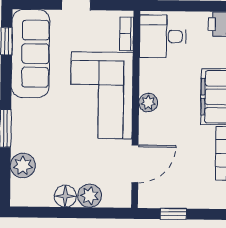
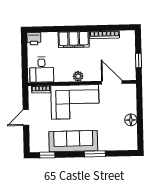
sofa: (31, 54) -> (73, 141), moved
plant: (23, 166) -> (115, 144), removed
plant: (90, 196) -> (130, 107), removed

